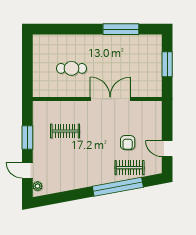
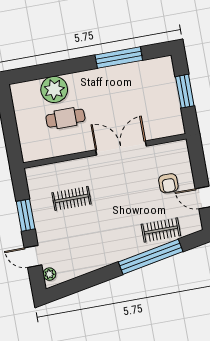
plant: (67, 45) -> (54, 89), added
armchair: (128, 143) -> (168, 183), moved

